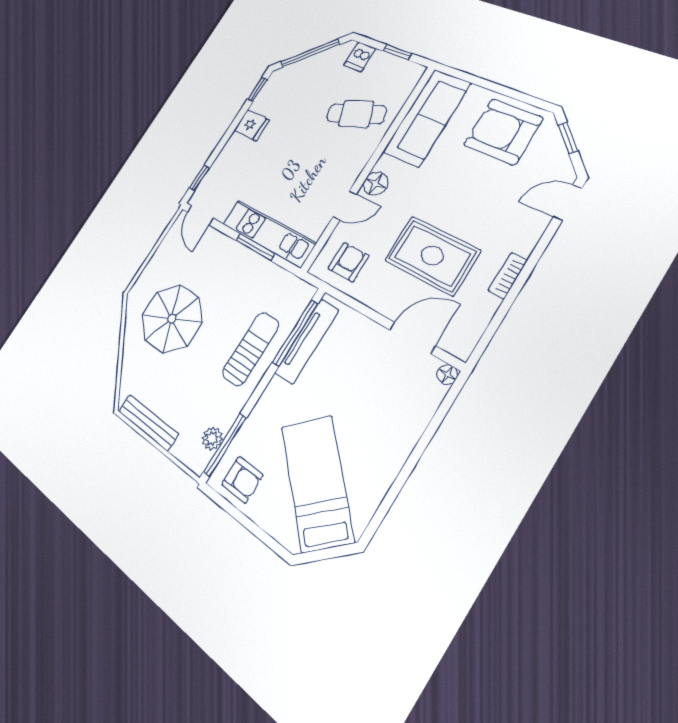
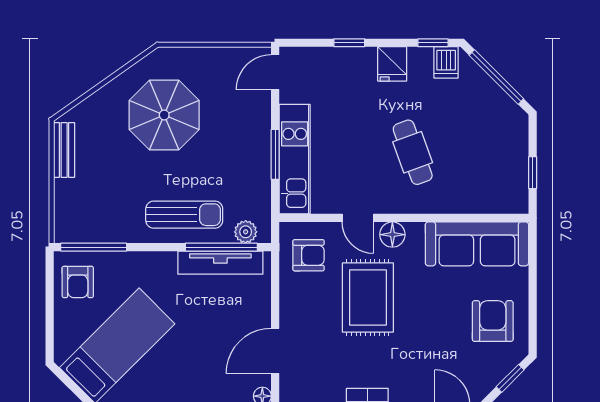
dishwasher: (360, 57) -> (446, 62), moved, turned -90
cafe table: (356, 114) -> (413, 152), moved
armchair: (503, 132) -> (493, 321), width x0.73, depth x0.73
window: (199, 178) -> (349, 43), moved
rug: (432, 256) -> (368, 297), moved
door: (412, 338) -> (275, 351), swing flipped
bench: (148, 422) -> (64, 150), width x0.73
plant: (212, 438) -> (246, 232), moved

